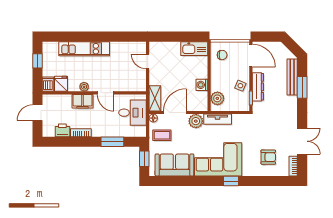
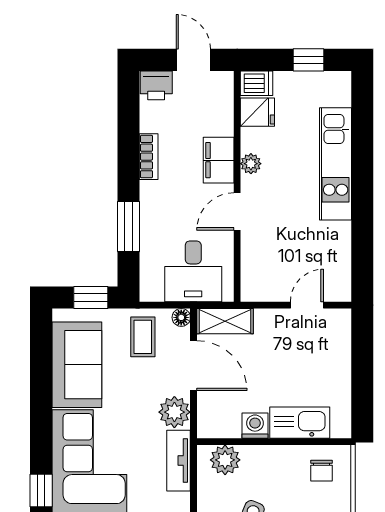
kitchen sink: (194, 49) -> (300, 423), moved, turned 90
printer: (62, 130) -> (156, 85), moved, turned 90

